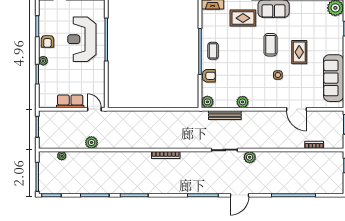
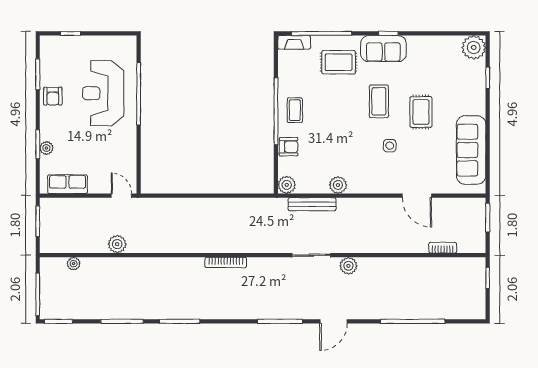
plant: (43, 61) -> (46, 148), moved
row of seats: (70, 101) -> (67, 184), moved

